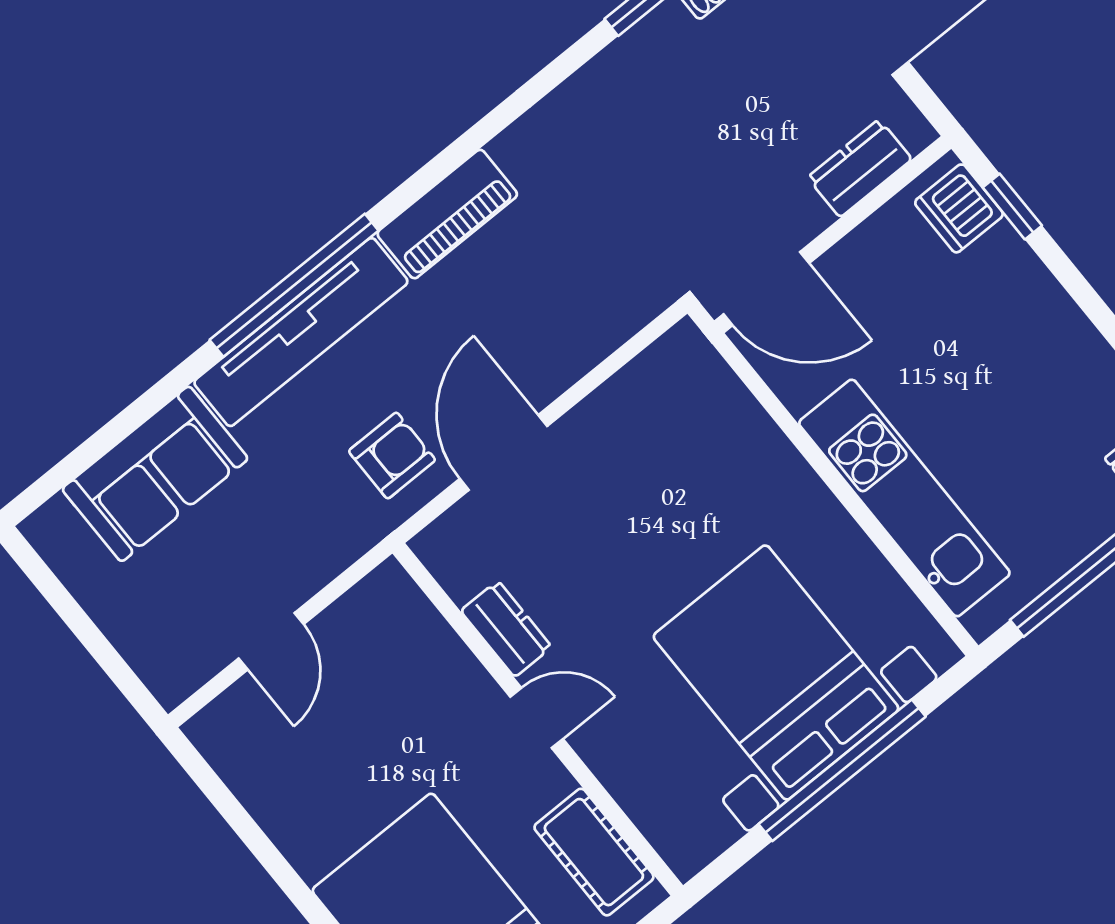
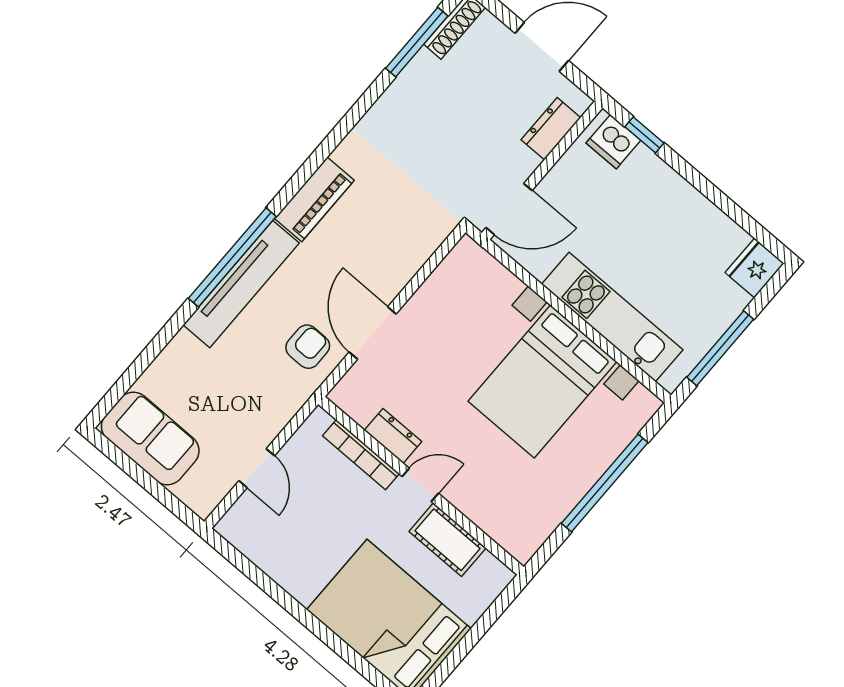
sofa: (155, 474) -> (150, 439), moved, turned -90
bookcase: (448, 650) -> (361, 455), added
bed with nightstands: (776, 672) -> (542, 382), moved, turned -90
cot: (594, 852) -> (448, 540), moved

